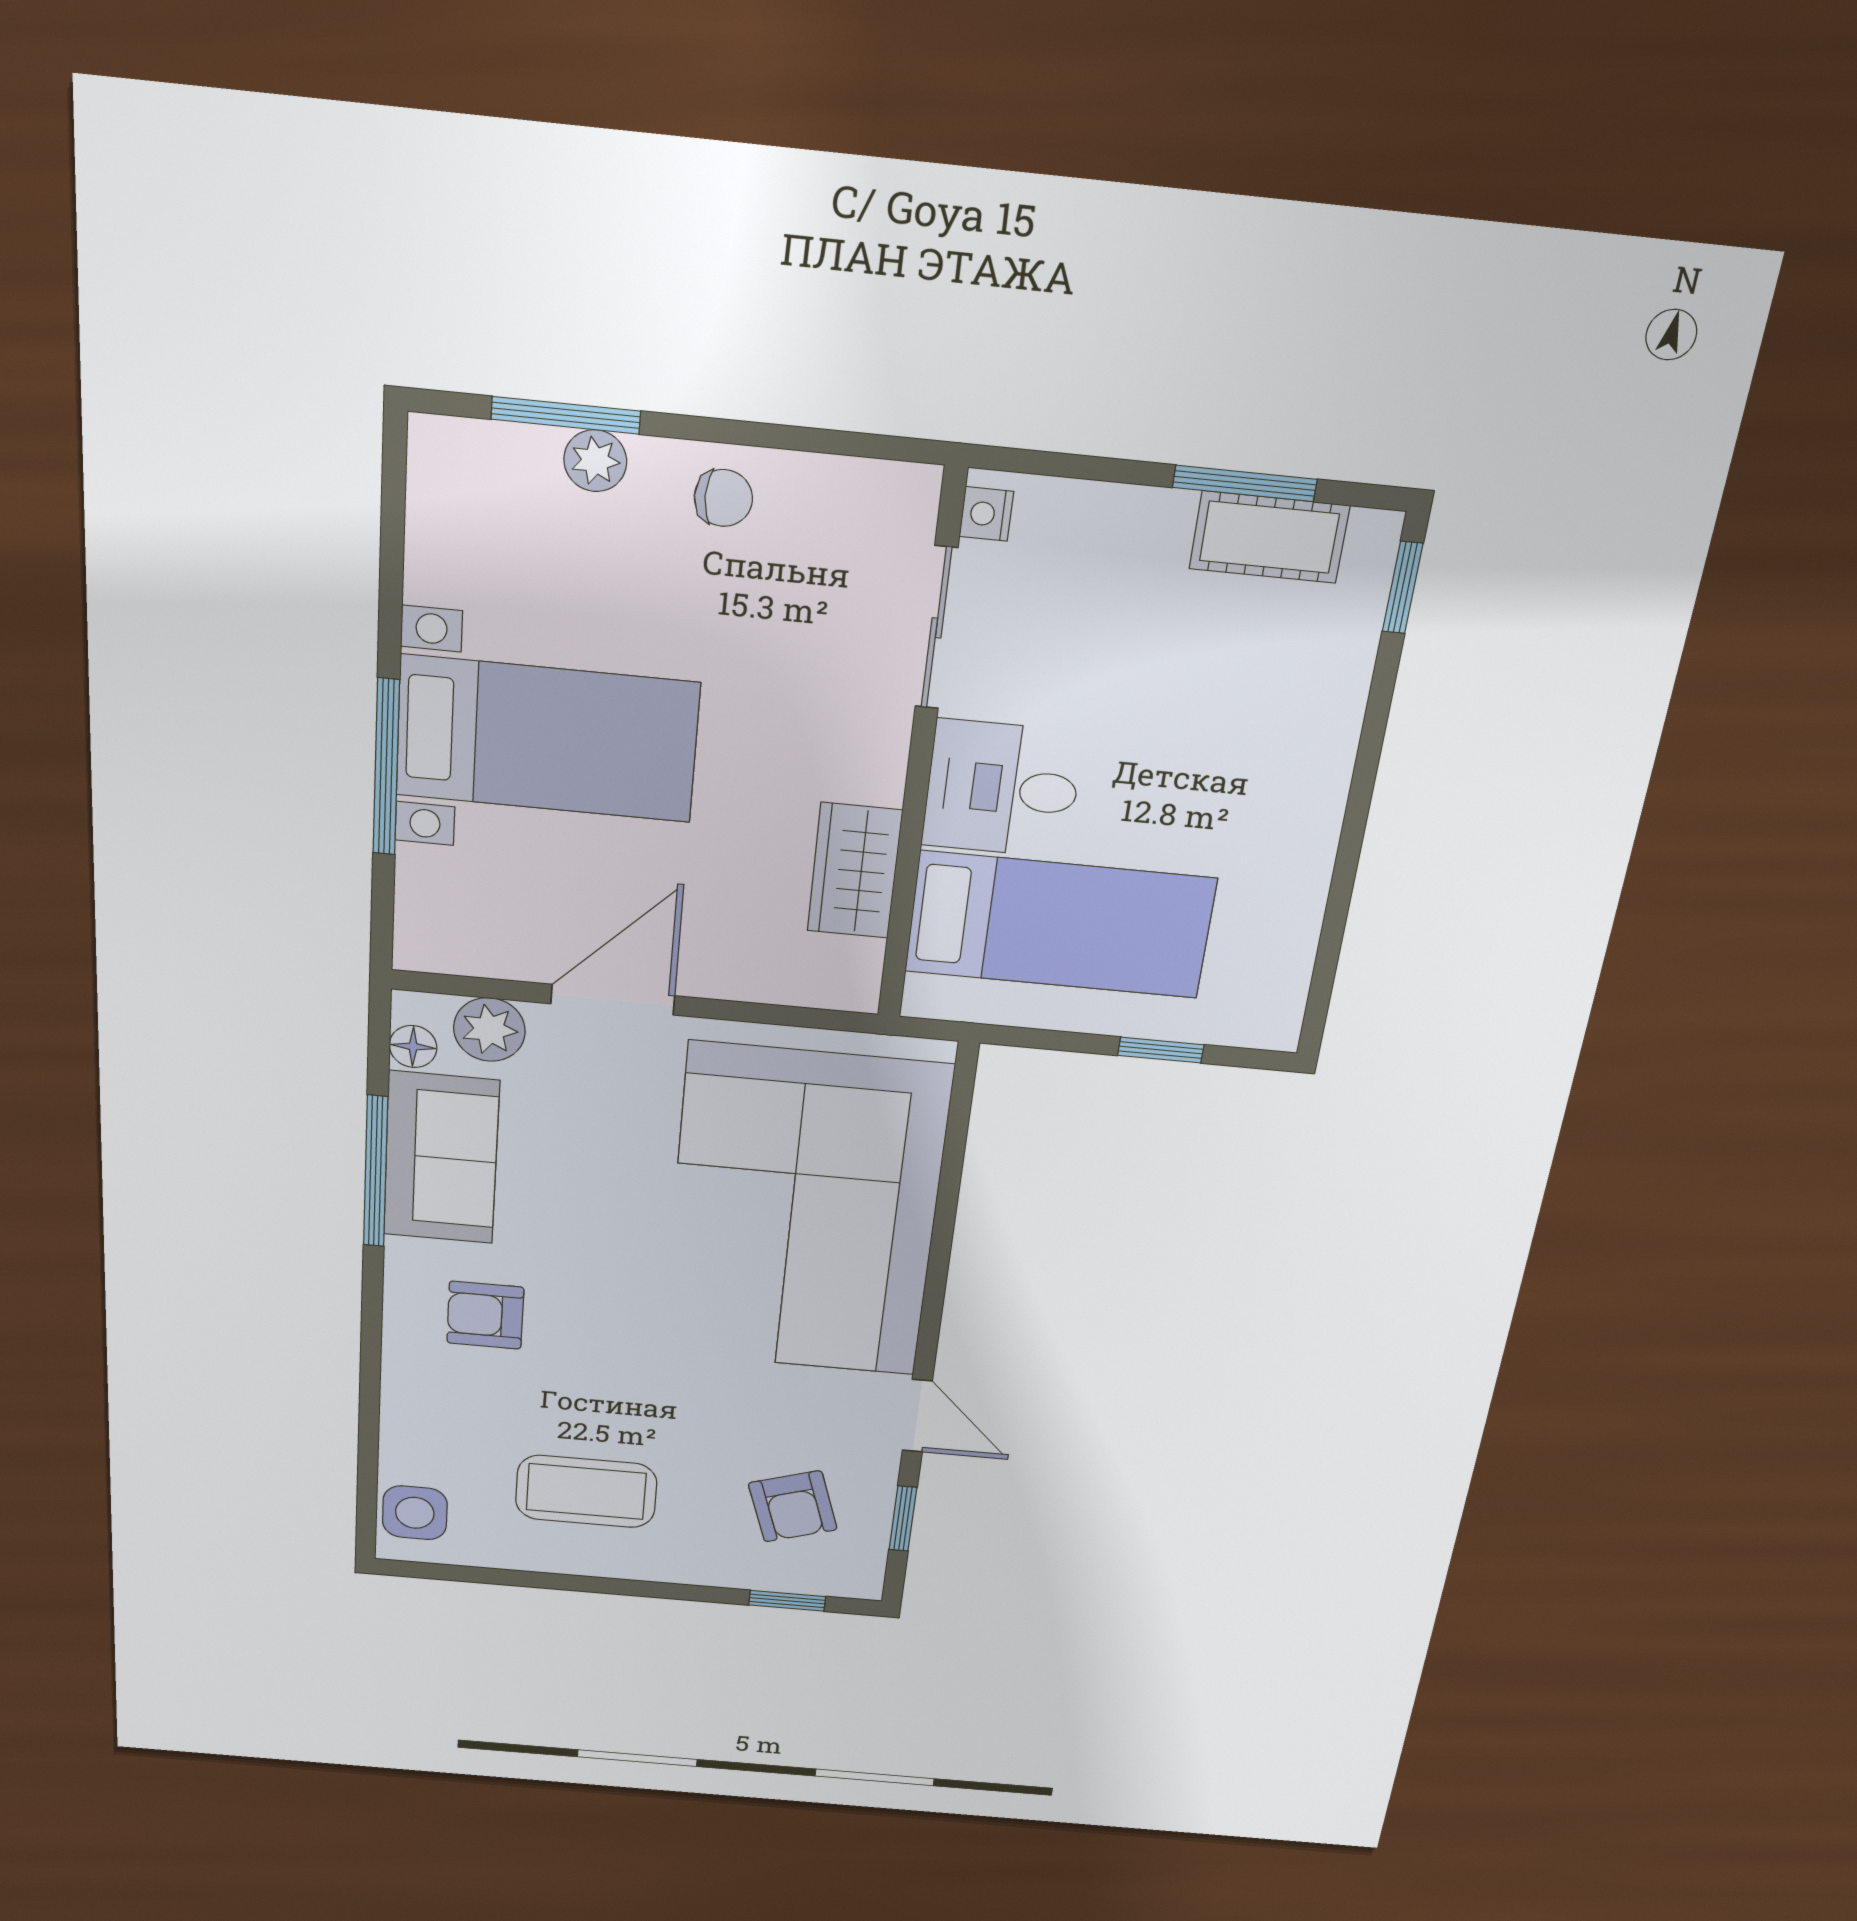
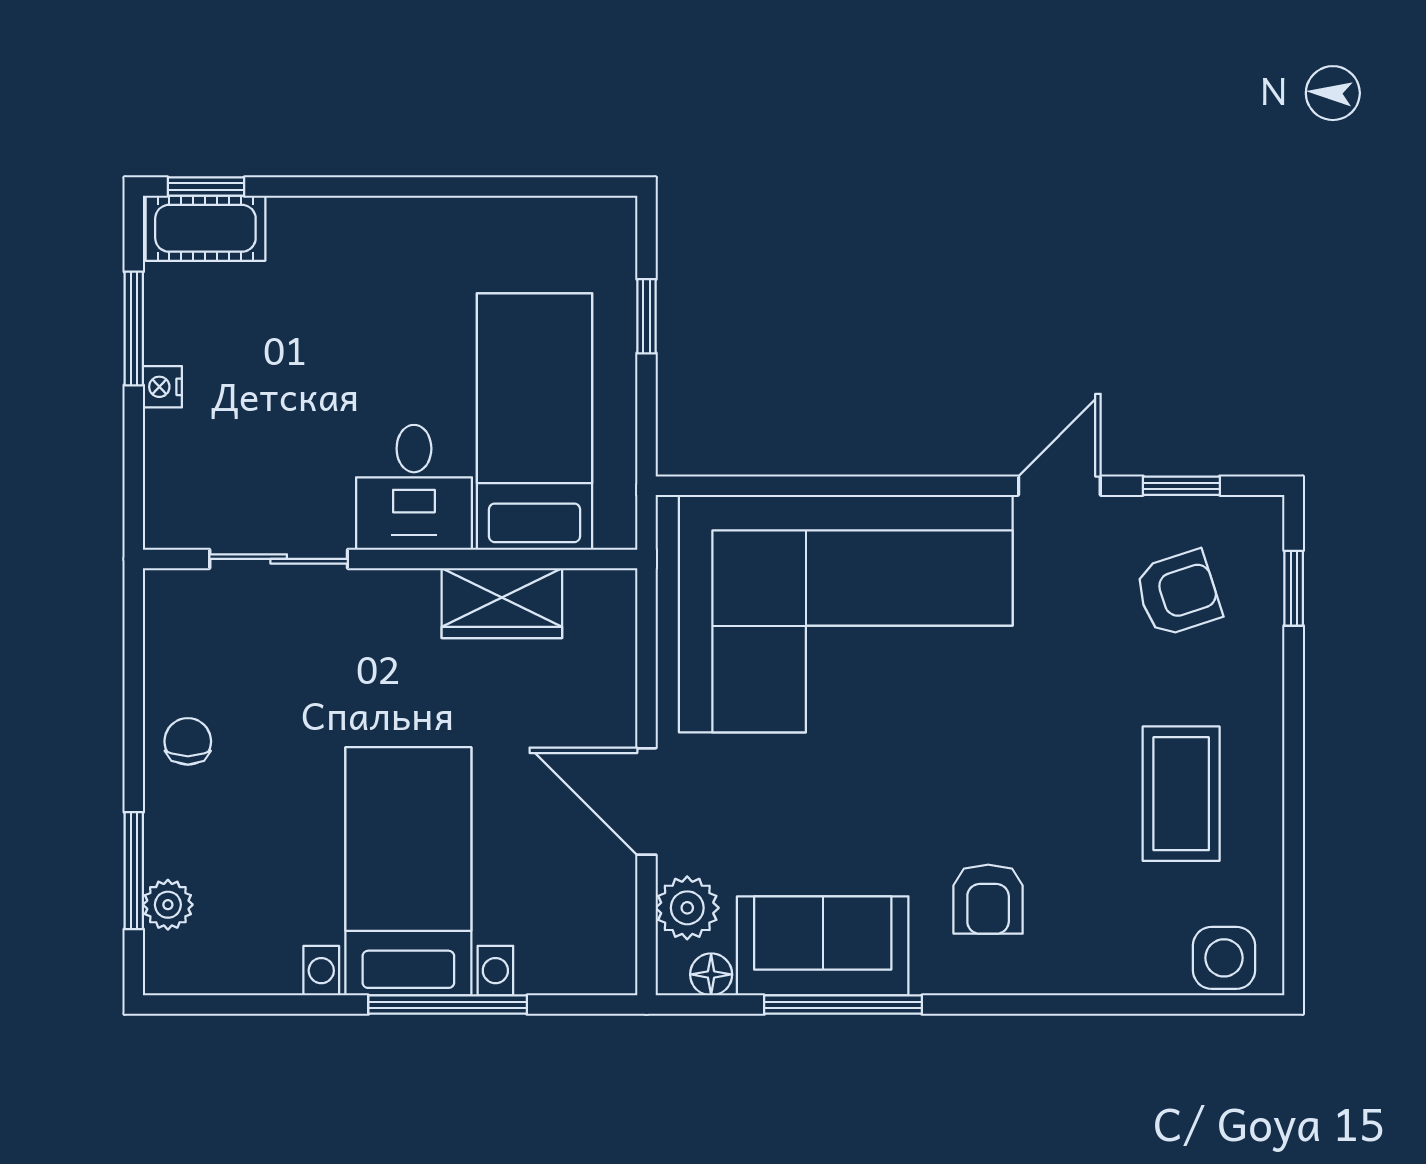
plant: (595, 461) -> (168, 905), moved
nightstand: (986, 514) -> (162, 387), moved, turned 90
cot: (1269, 537) -> (205, 228), moved, turned 90

